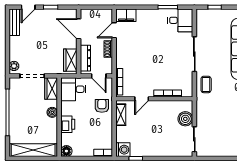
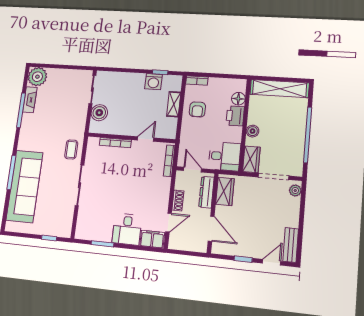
desk: (180, 20) -> (127, 229), moved, turned -90
armchair: (102, 106) -> (197, 109), moved
shelving: (121, 115) -> (174, 104), moved
washing machine: (123, 150) -> (153, 82), moved, turned -90
floor lamp: (66, 151) -> (238, 99), moved

